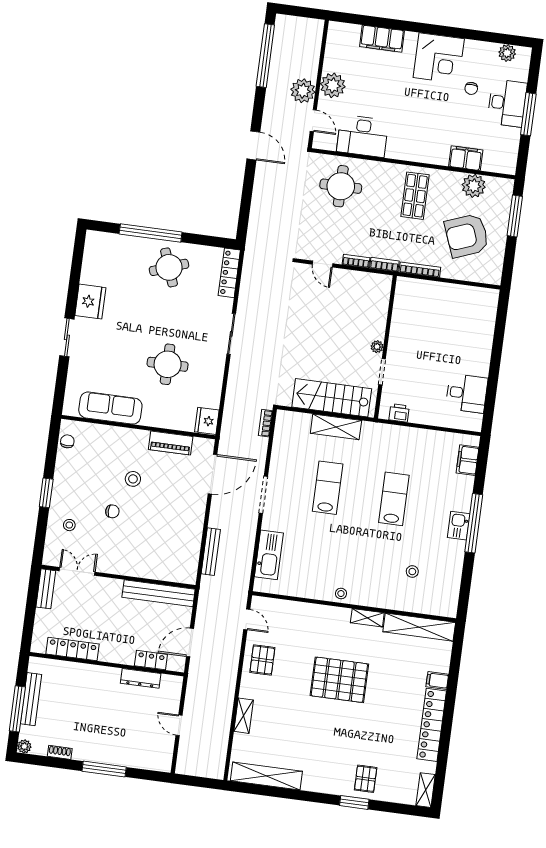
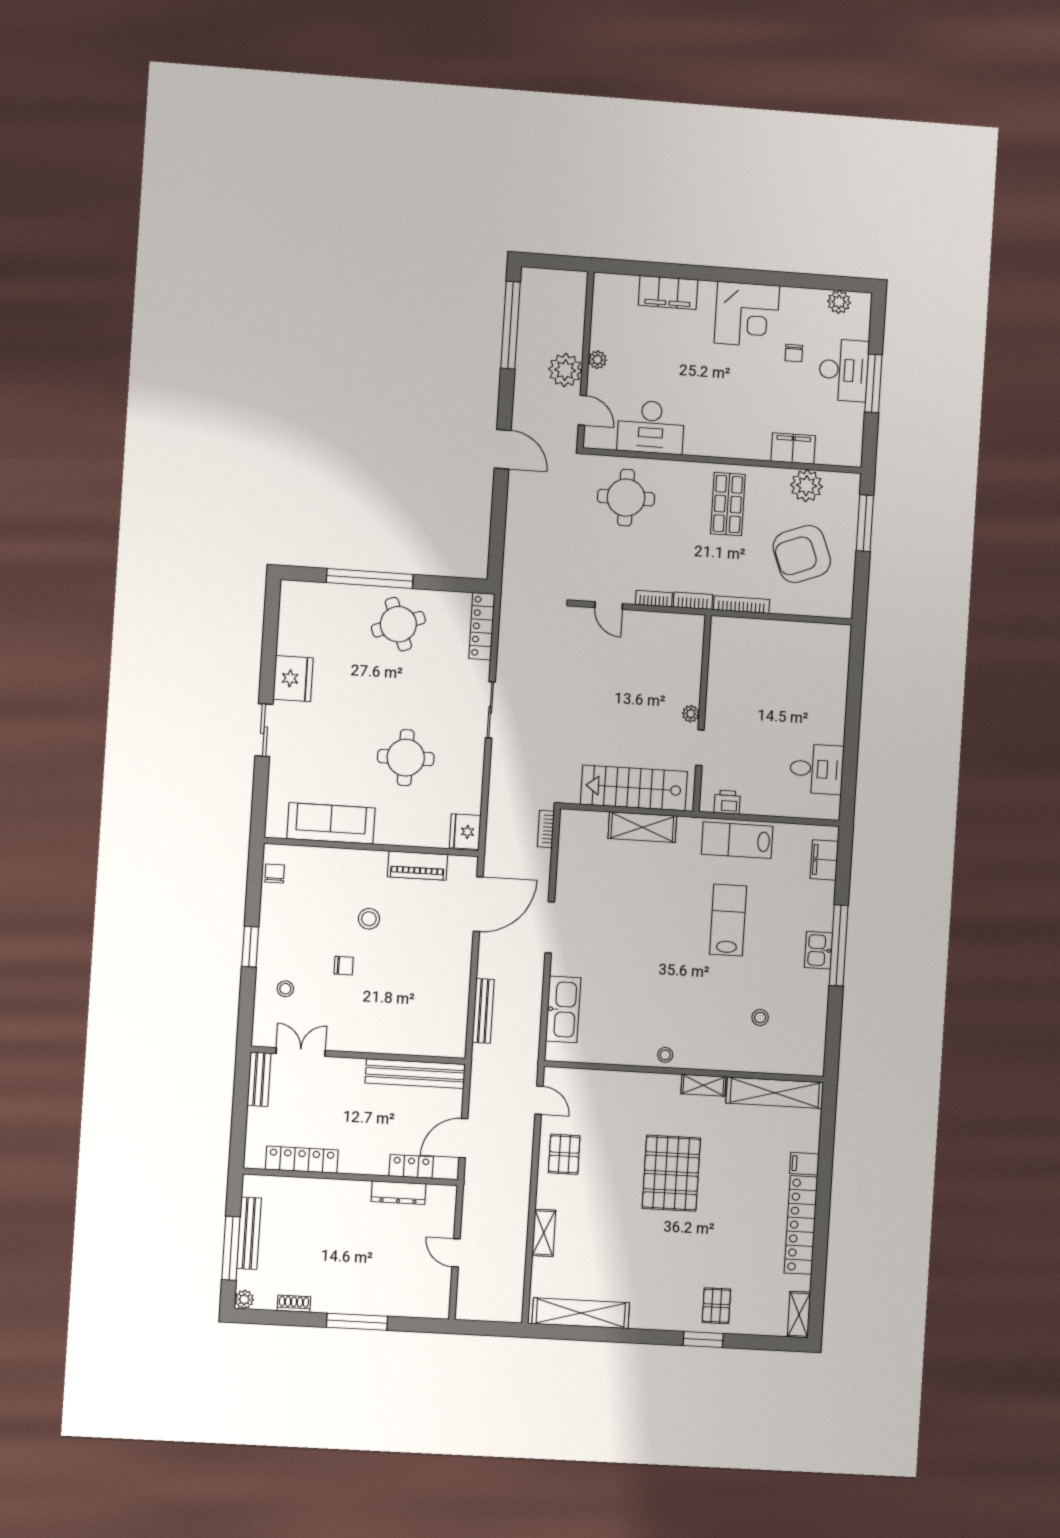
plant: (333, 85) -> (597, 360), width x0.53, depth x0.53
lab bench: (328, 488) -> (737, 840), moved, turned -90
pallet: (339, 680) -> (671, 1173), turned 90

